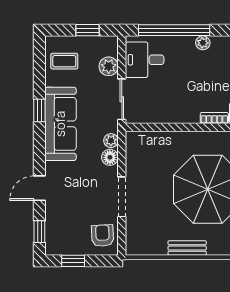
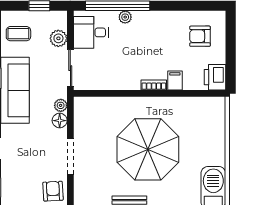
plant: (203, 43) -> (125, 17), moved

